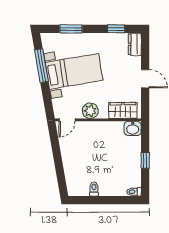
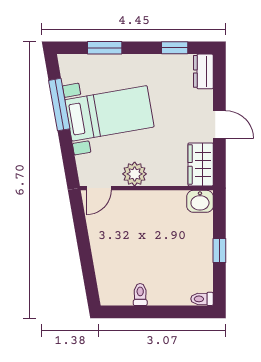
wardrobe: (123, 110) -> (201, 164), moved, turned -90

